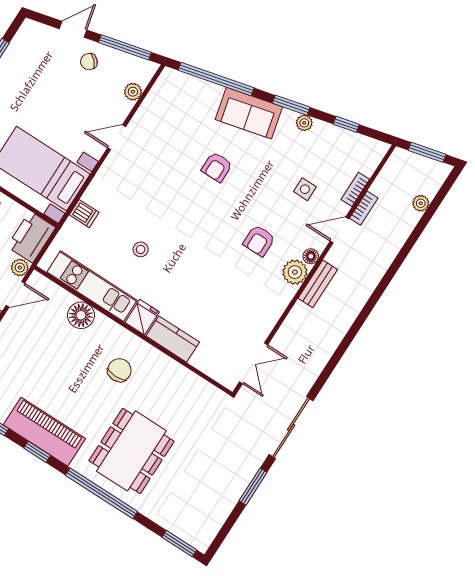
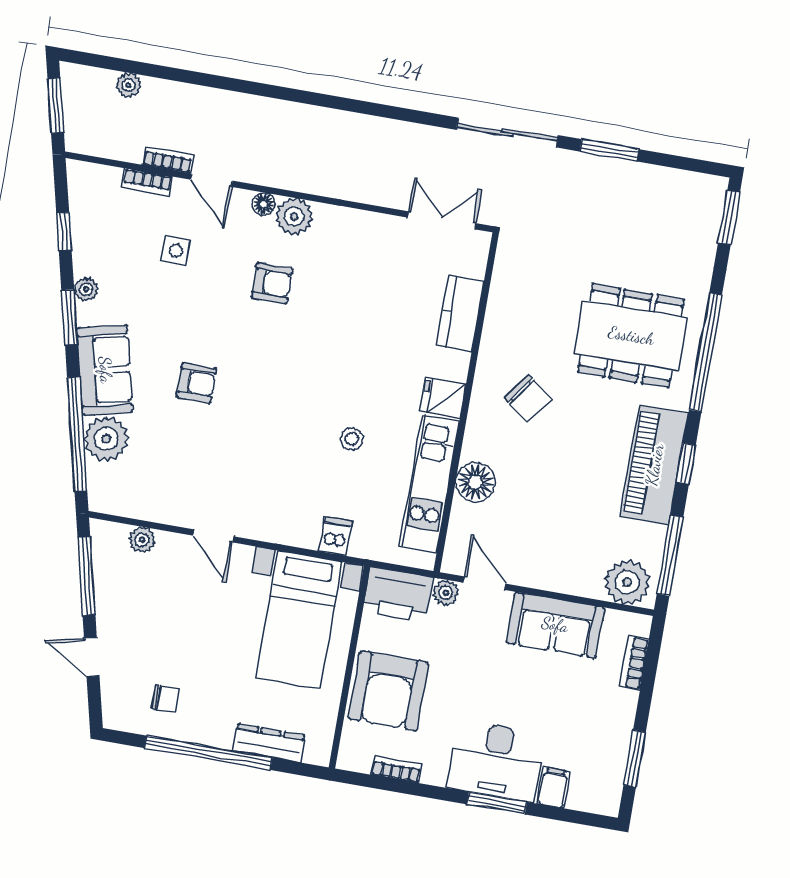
chair: (89, 62) -> (165, 698), moved, turned -46
plant: (206, 96) -> (106, 439), added
bench: (318, 284) -> (297, 179), removed
kitchen counter: (173, 339) -> (460, 313), moved
chair: (119, 370) -> (528, 398), turned -144

